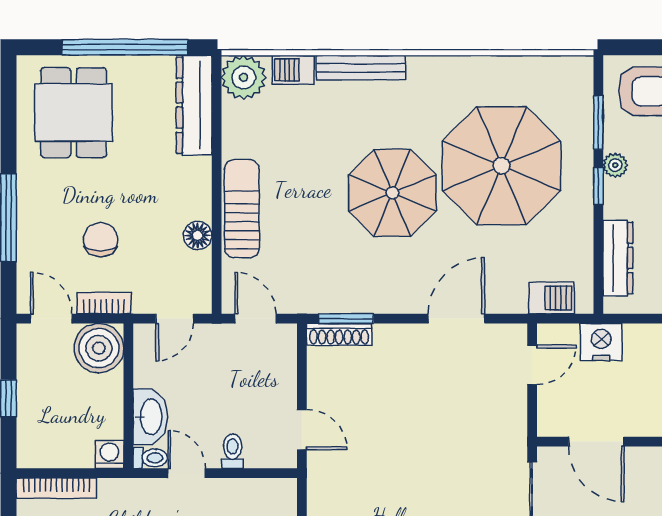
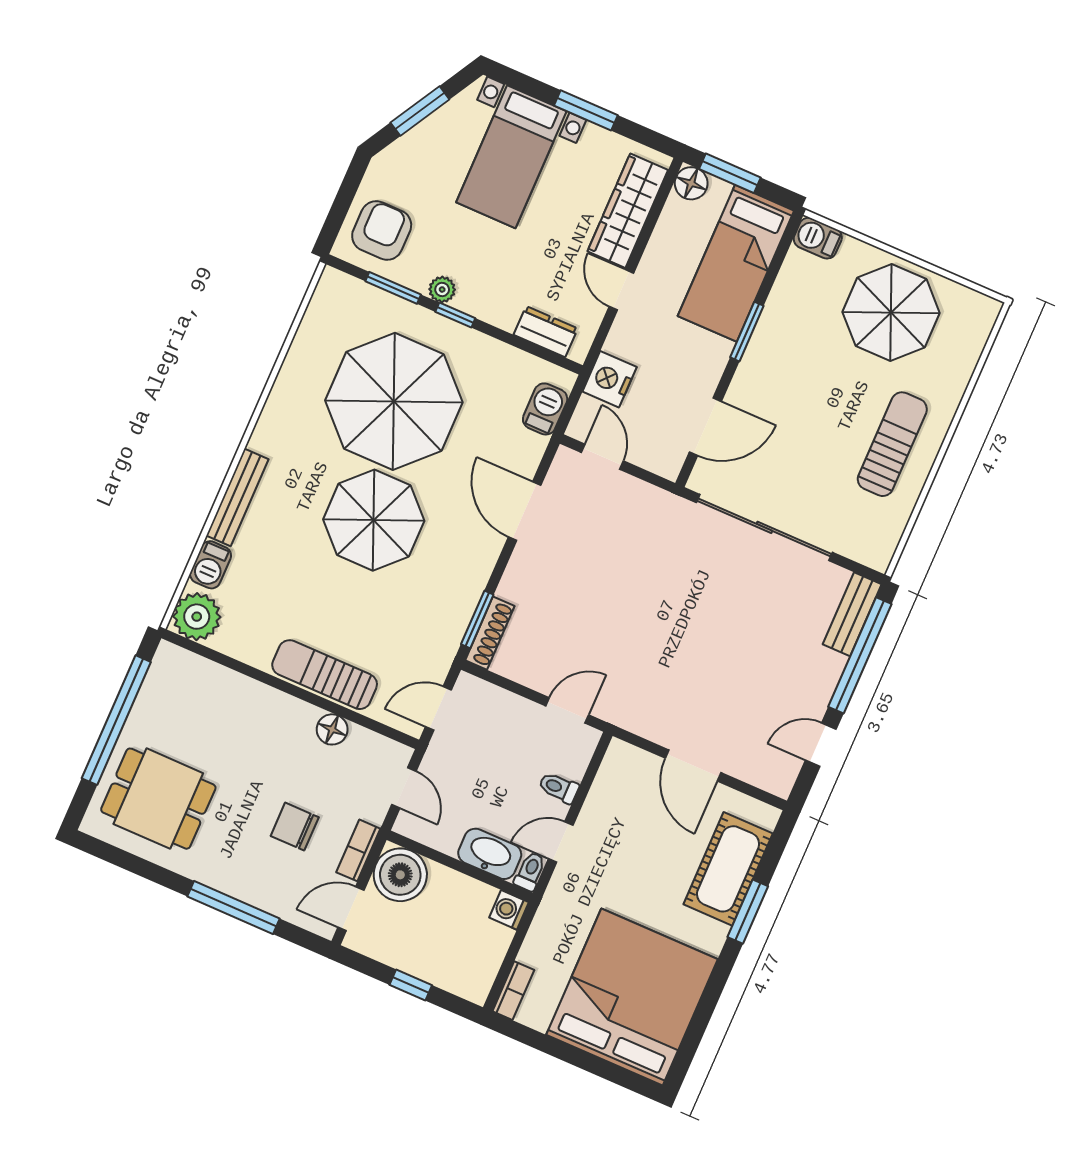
dresser: (194, 105) -> (203, 677), removed
dresser: (618, 258) -> (546, 332), width x0.70
bookcase: (56, 488) -> (513, 991), width x0.64

